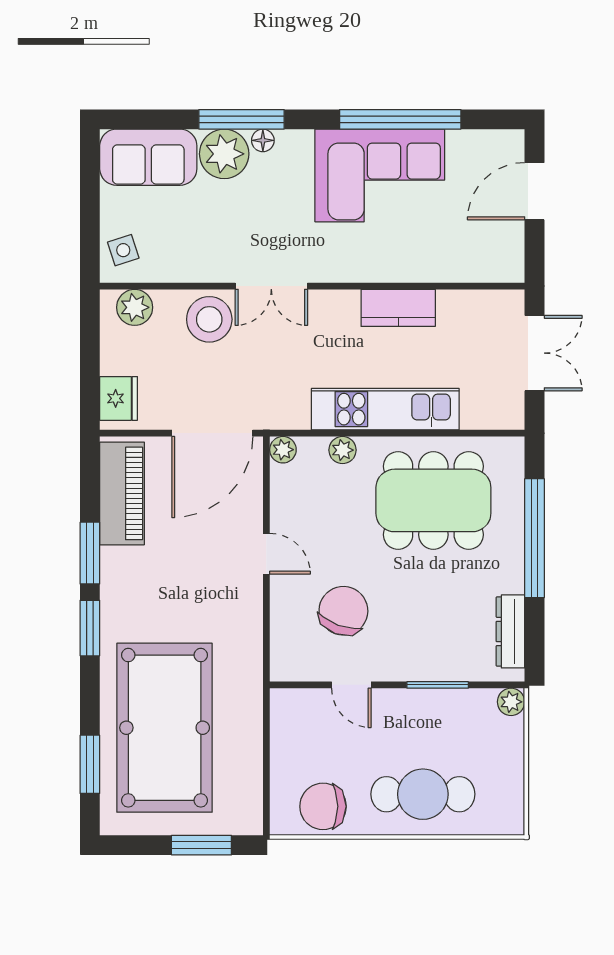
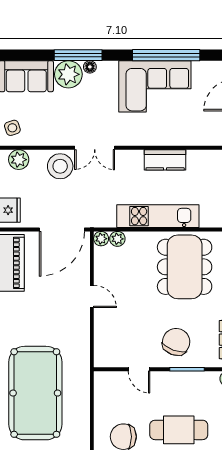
plant: (343, 450) -> (117, 239), moved
dining table: (433, 500) -> (185, 267), turned 90
chair: (343, 611) -> (176, 342), moved

